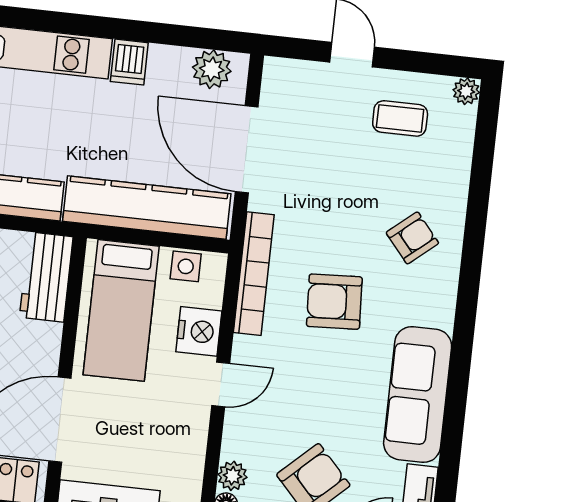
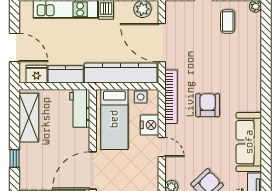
coffee table: (400, 118) -> (228, 22), turned 90
armchair: (412, 238) -> (239, 73), removed
armchair: (334, 302) -> (208, 105), turned 93
door: (221, 384) -> (162, 147), hinge flipped

